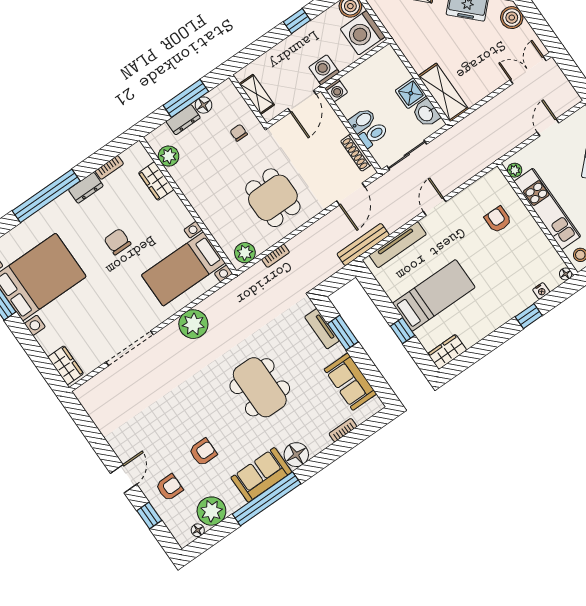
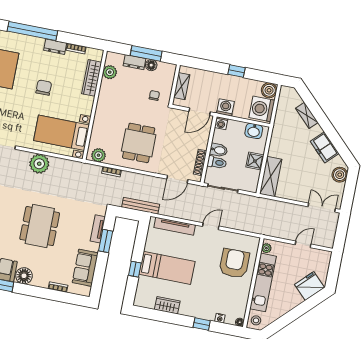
washbasin: (426, 113) -> (254, 131), moved, turned -90
wardrobe: (156, 181) -> (92, 78), width x1.50
armchair: (498, 220) -> (234, 263), width x1.88, depth x1.88
bench: (363, 245) -> (141, 206), moved
wardrobe: (447, 352) -> (167, 305), moved

